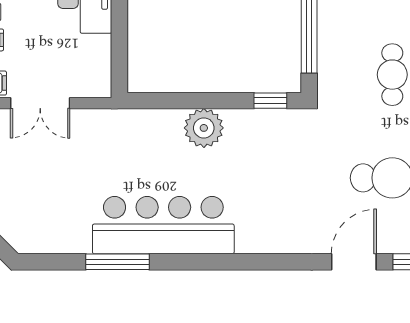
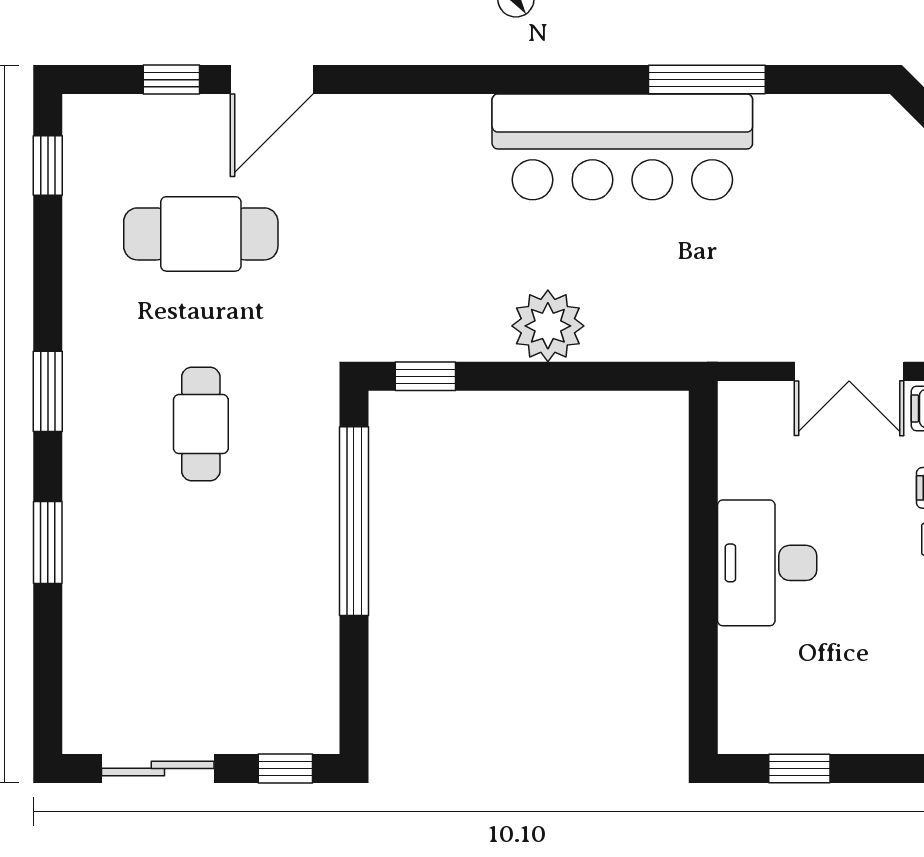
double door: (40, 103) -> (849, 371), swing flipped

